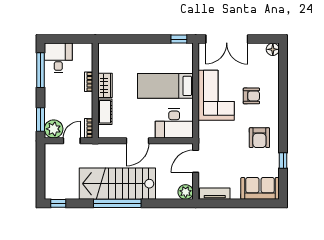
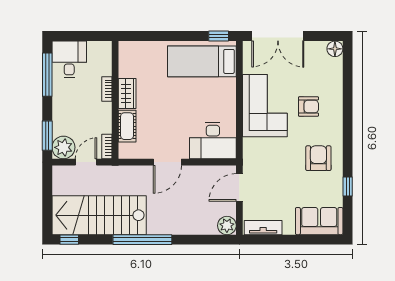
bed: (165, 86) -> (202, 61), moved
armchair: (259, 138) -> (318, 158), turned 180
stairs: (117, 184) -> (99, 215), moved

